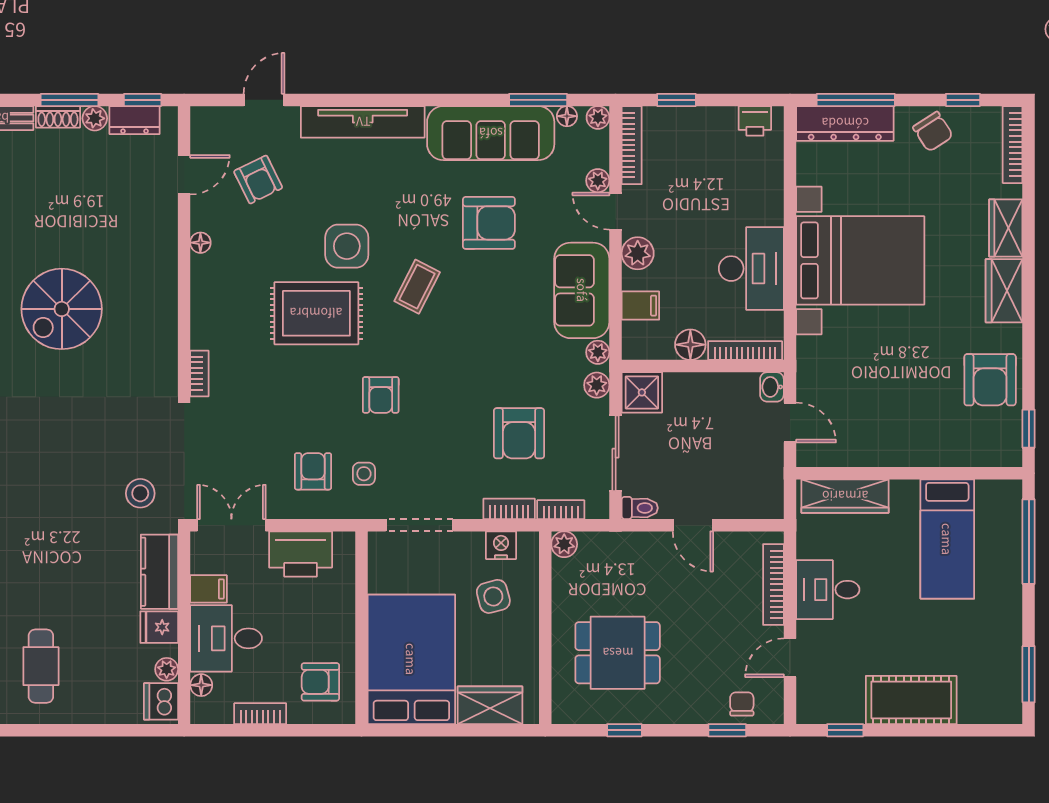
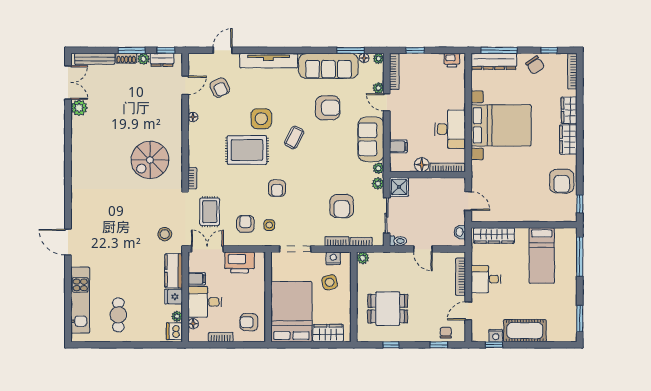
plant: (638, 253) -> (397, 122), removed
spiral stairs: (62, 309) -> (150, 160), moved
washbasin: (772, 387) -> (460, 232), moved
rug: (237, 445) -> (210, 212), added
nightstand: (849, 711) -> (496, 336), added

